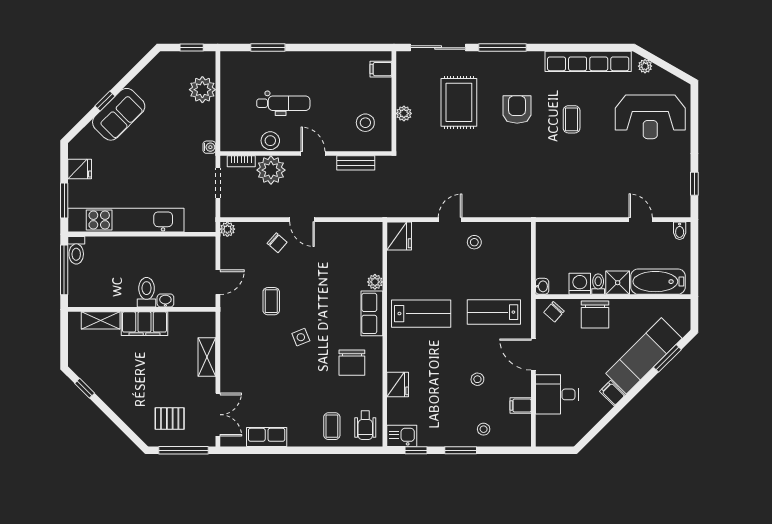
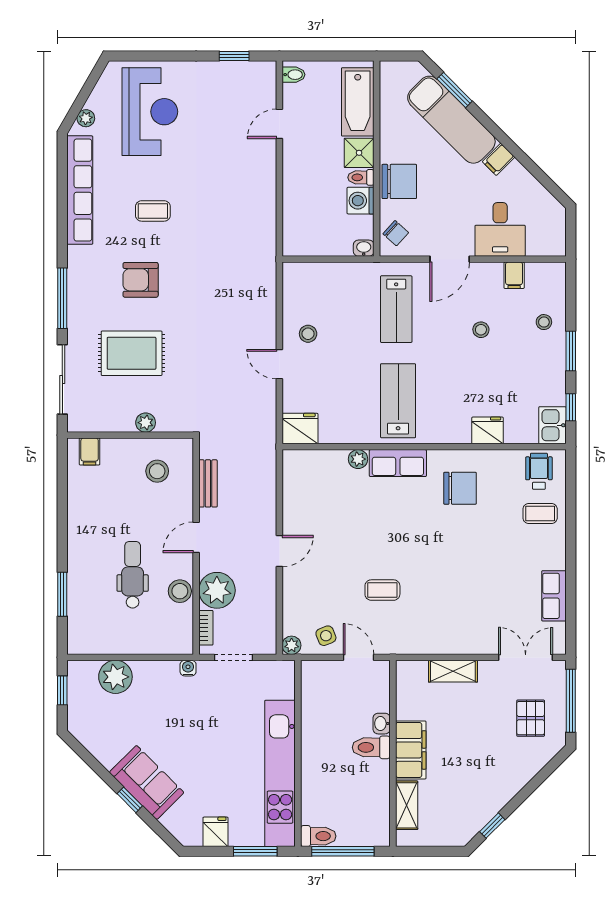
chair: (277, 243) -> (309, 583), removed
side table: (301, 337) -> (326, 636), moved
wheelchair: (365, 425) -> (539, 471), turned -90

